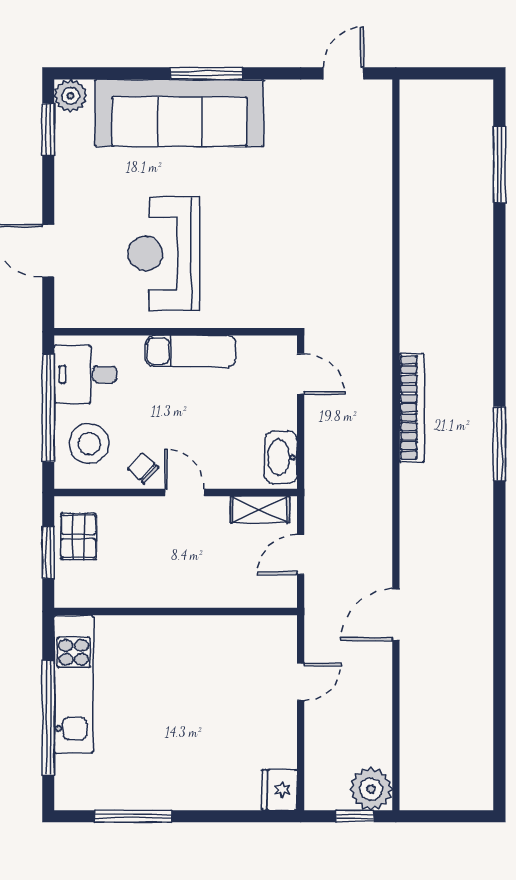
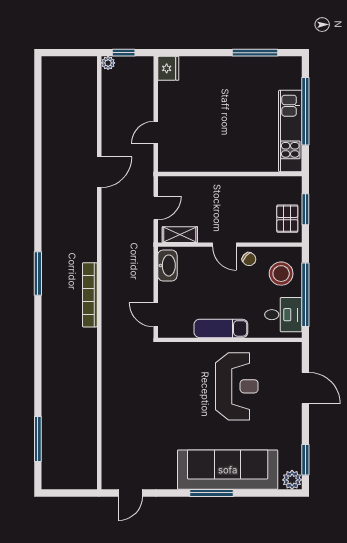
plant: (371, 789) -> (108, 63), width x0.53, depth x0.53

